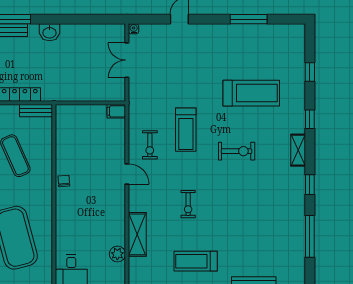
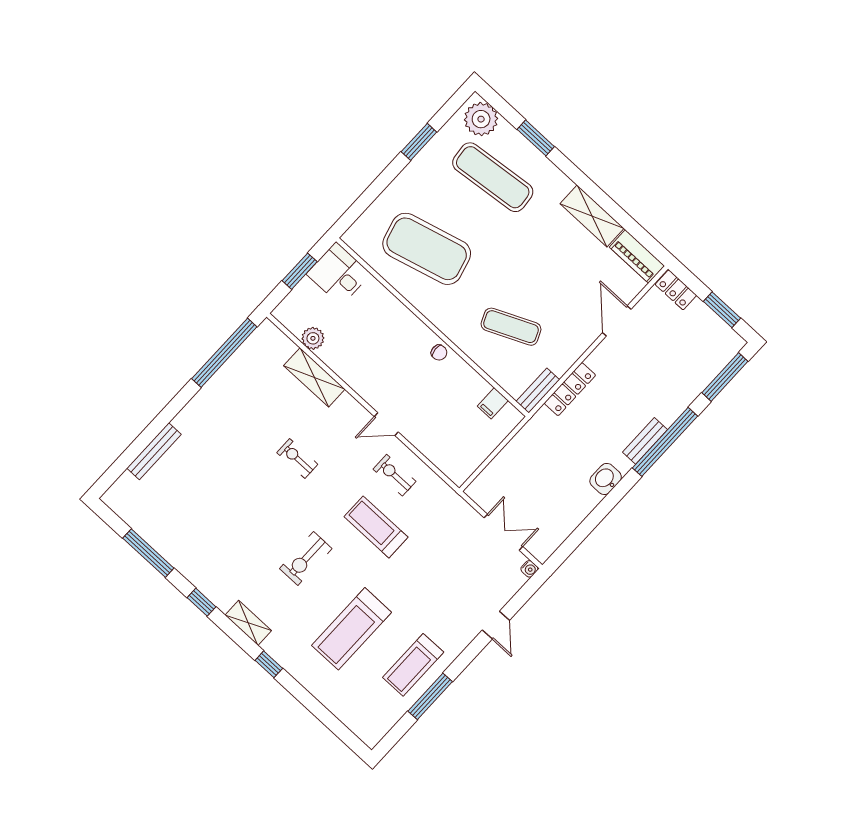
window: (310, 72) -> (318, 709), removed
filing cabinet: (116, 111) -> (493, 403), moved, turned 180
treadmill: (196, 261) -> (413, 665), moved, turned 180

